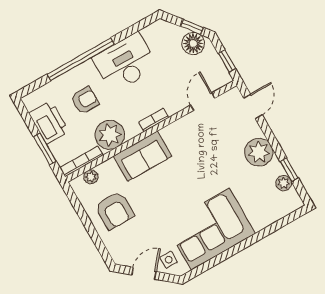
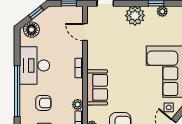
floor lamp: (193, 43) -> (31, 30), moved
armchair: (85, 100) -> (43, 103), turned 90
plant: (110, 135) -> (78, 104), width x0.53, depth x0.53

